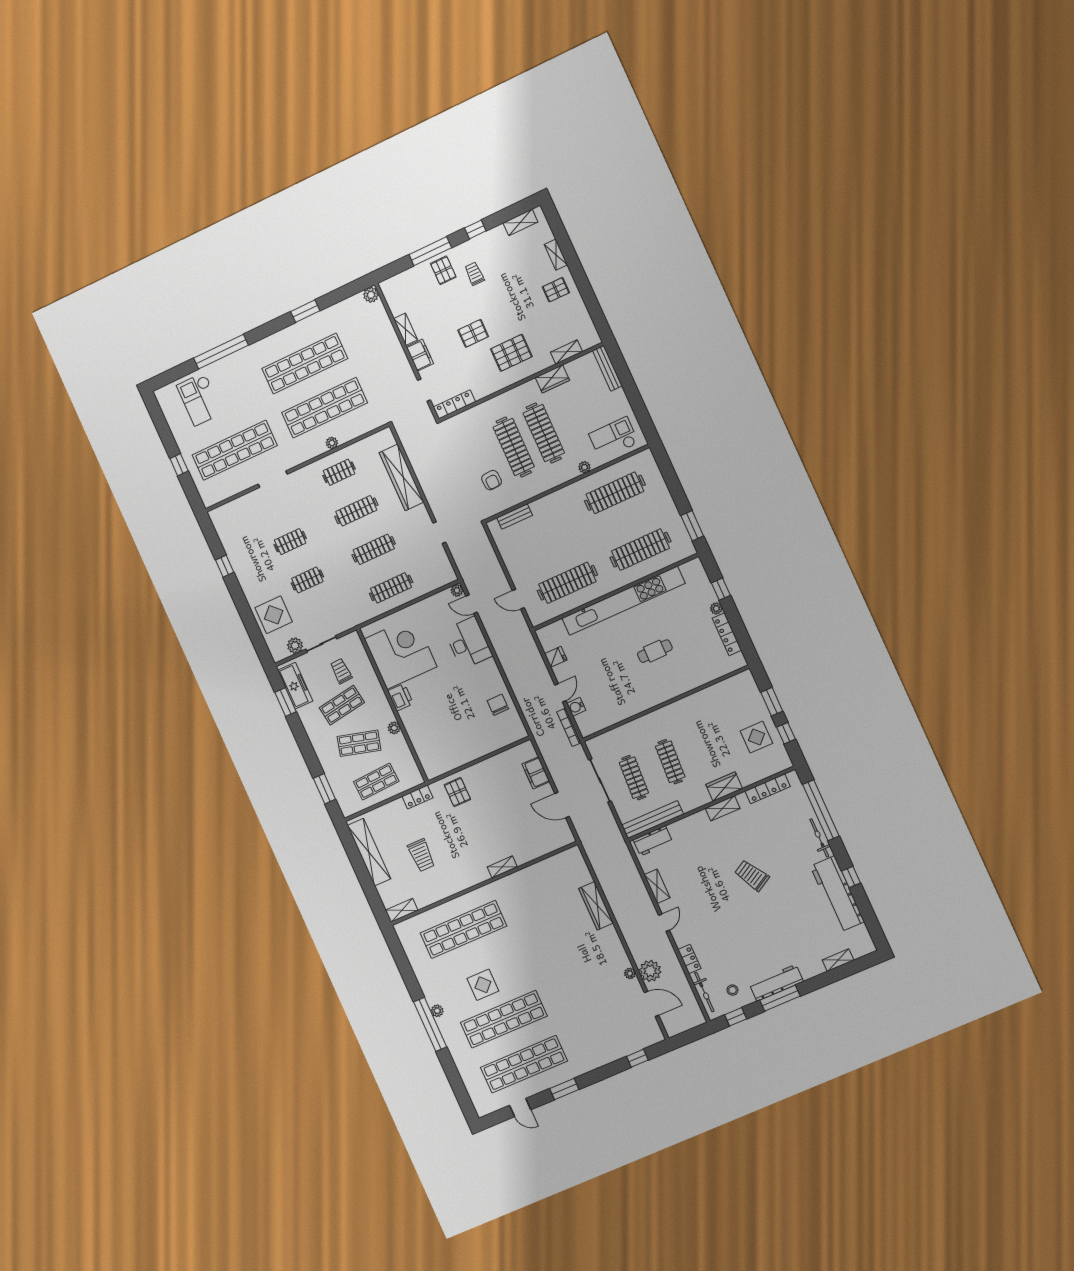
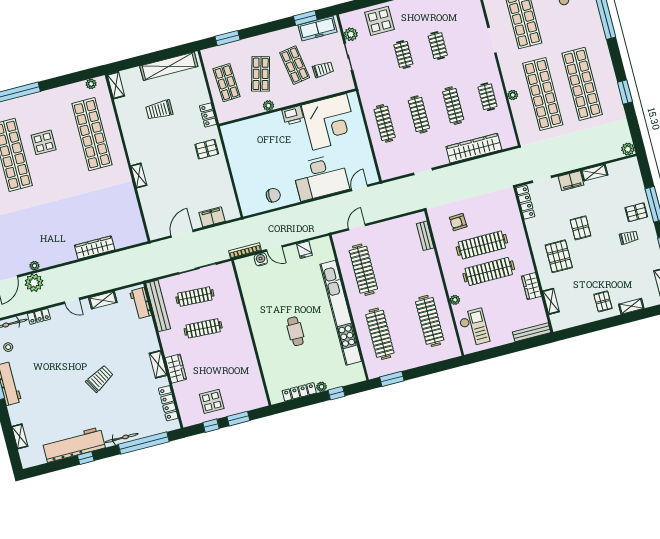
plant: (457, 590) -> (373, 178), removed
desk: (468, 643) -> (321, 177), width x1.36, depth x1.30
plant: (437, 1011) -> (91, 84), moved

